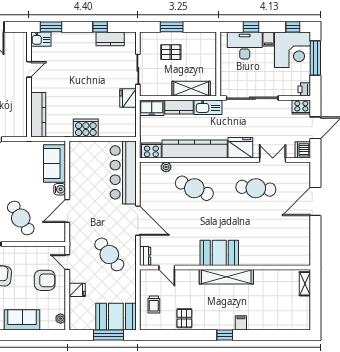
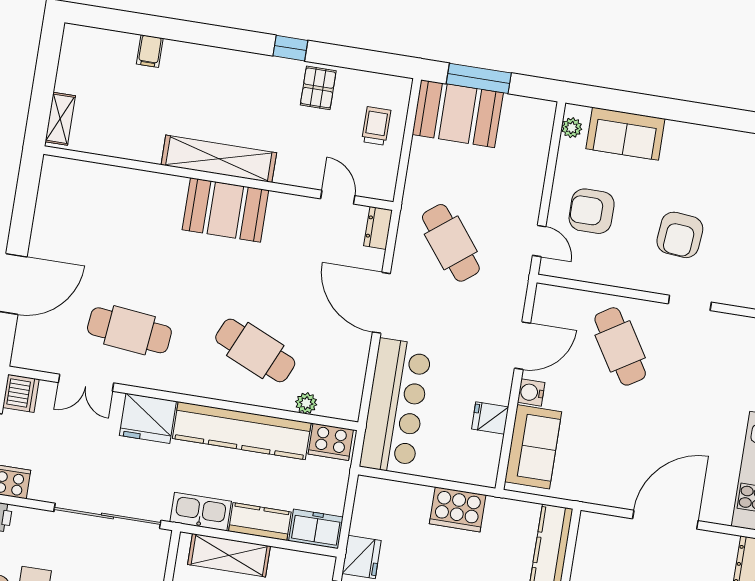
fridge: (77, 290) -> (490, 418), moved
sofa: (22, 320) -> (625, 134), moved
filing cabinet: (241, 323) -> (150, 51), moved
window: (225, 335) -> (290, 48), moved

